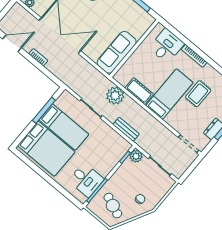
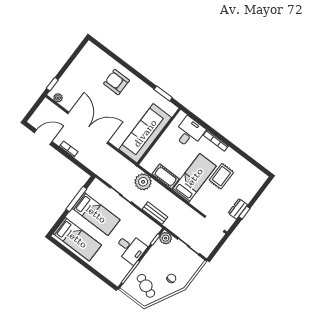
sofa: (117, 52) -> (145, 133), width x1.36, depth x1.27
bed: (46, 149) -> (77, 239), width x0.67
desk: (86, 180) -> (130, 248), moved

